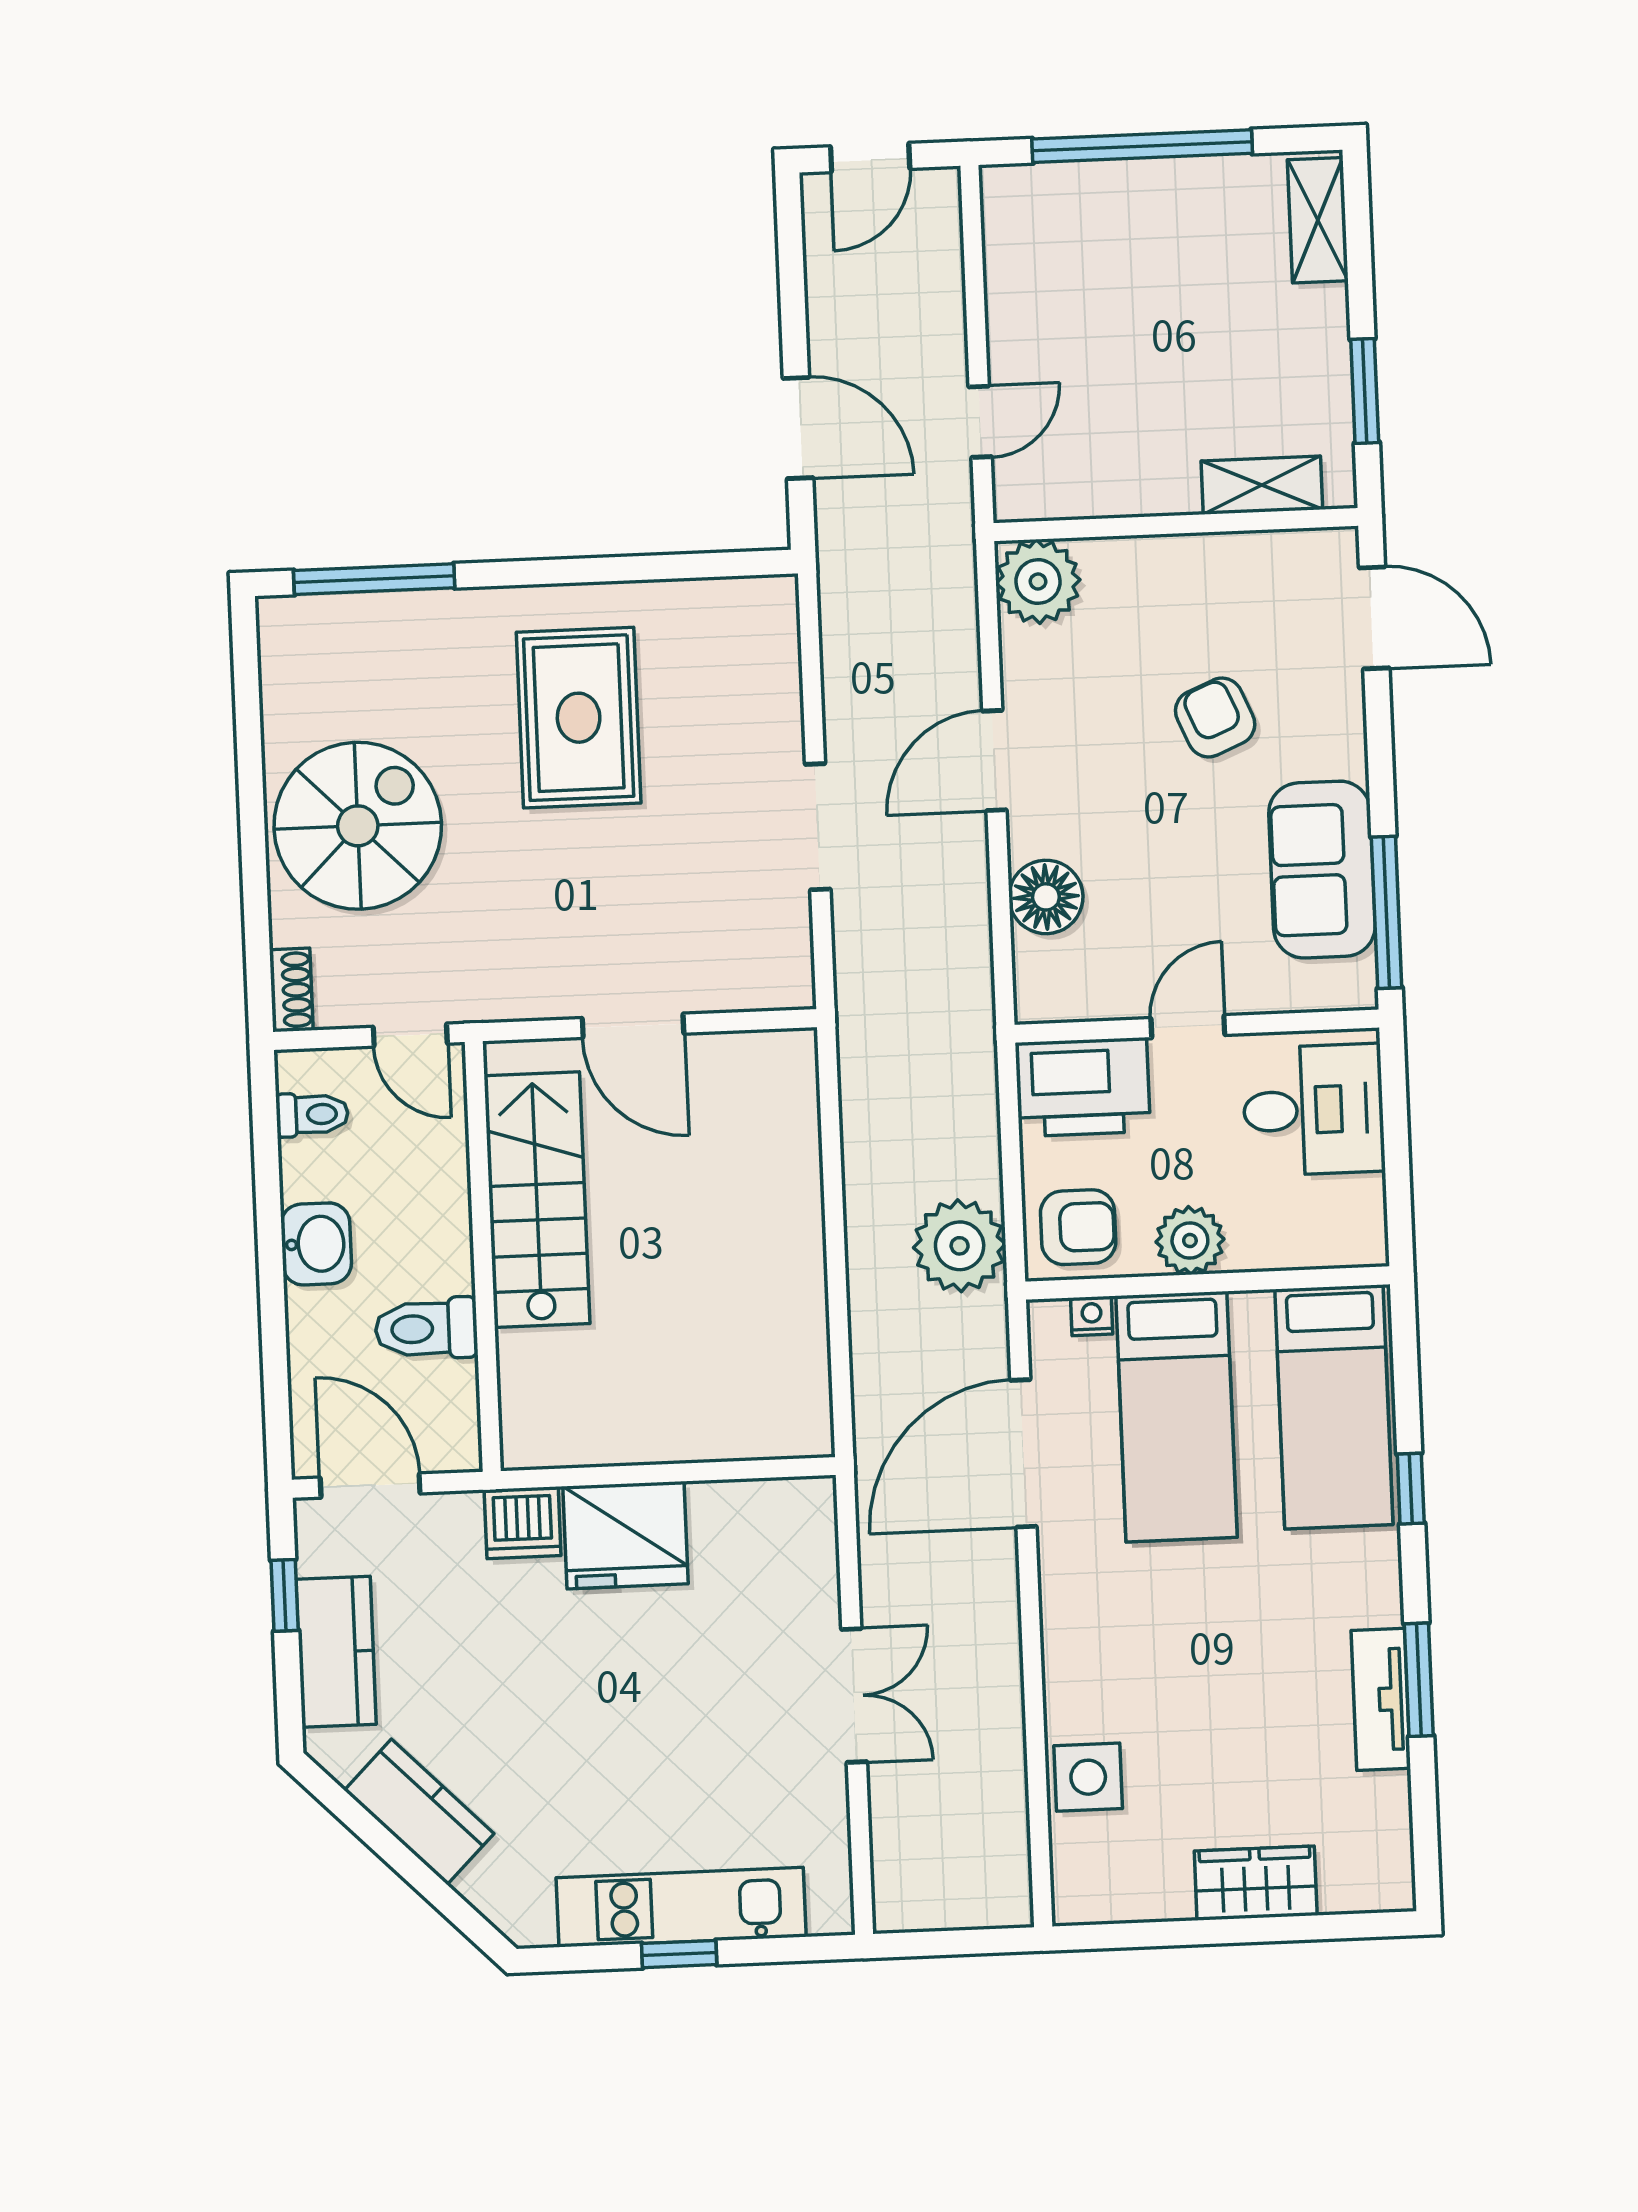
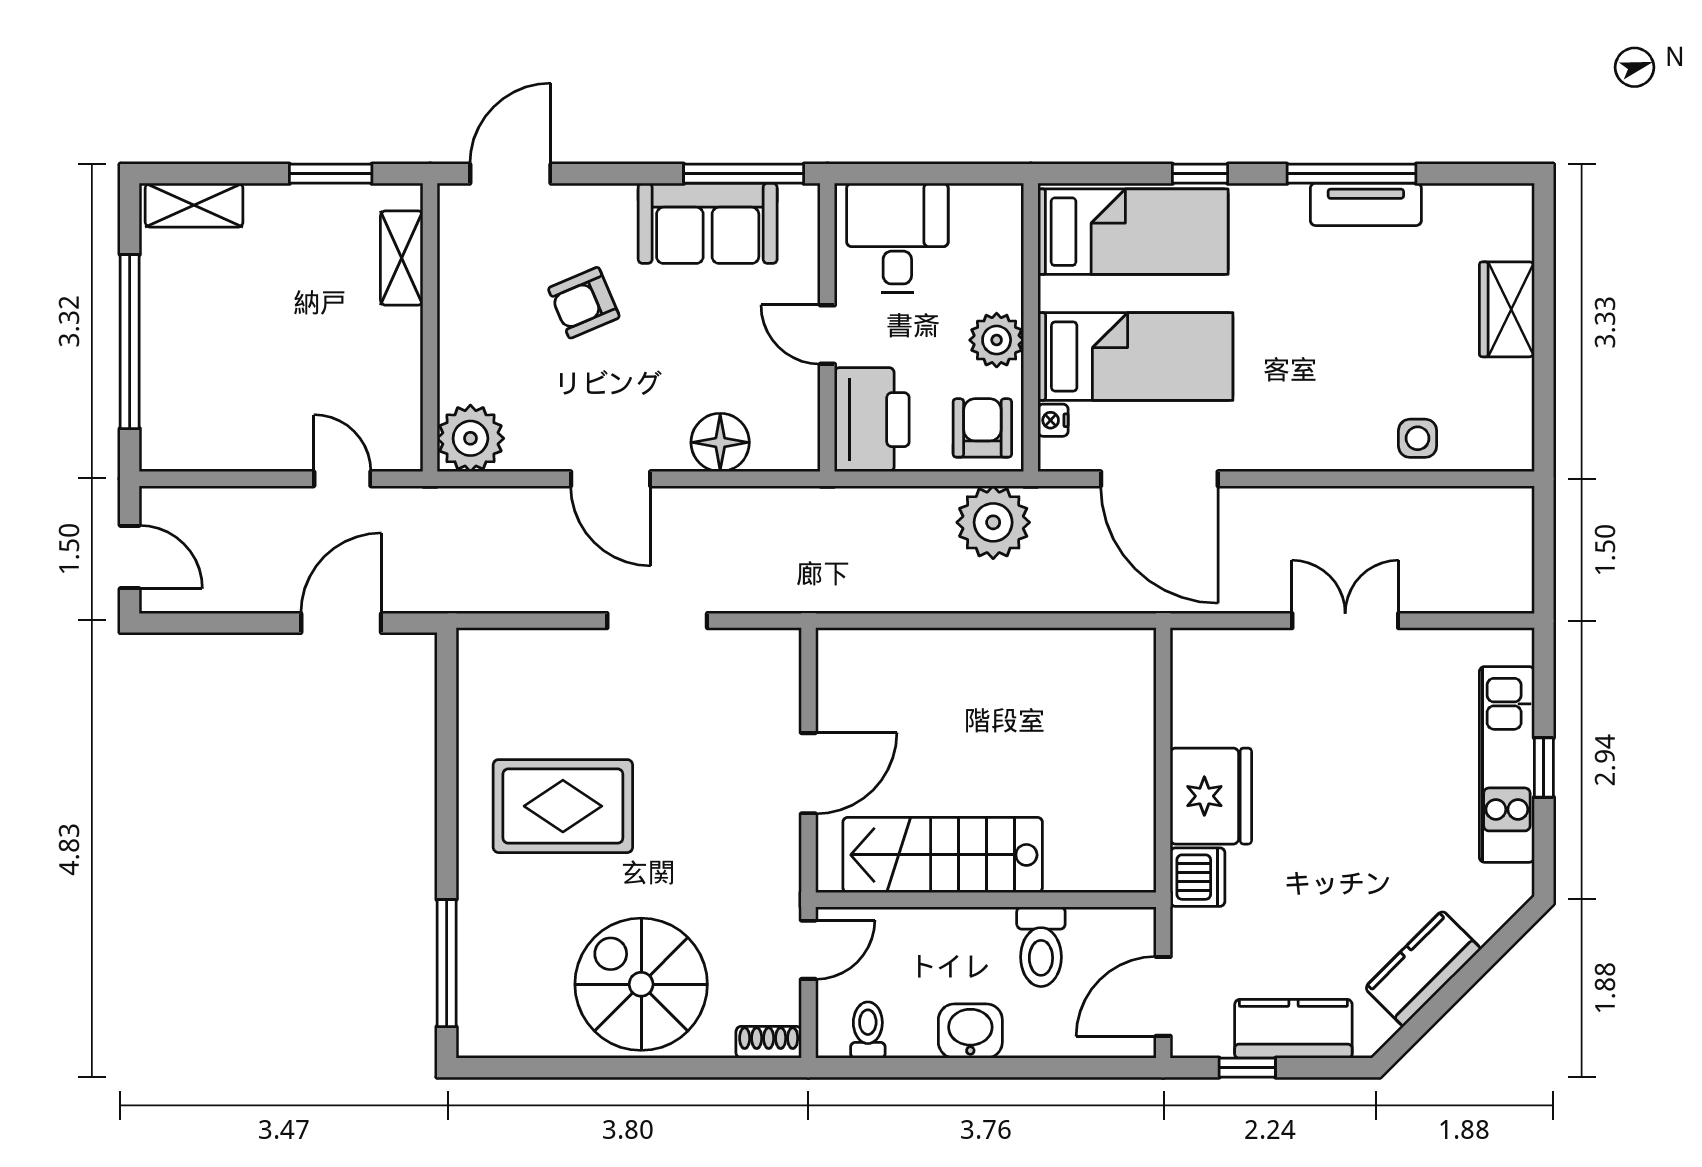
window: (1419, 1680) -> (1351, 174), width x1.44
side table: (1088, 1777) -> (1418, 438), width x0.73, depth x0.73

